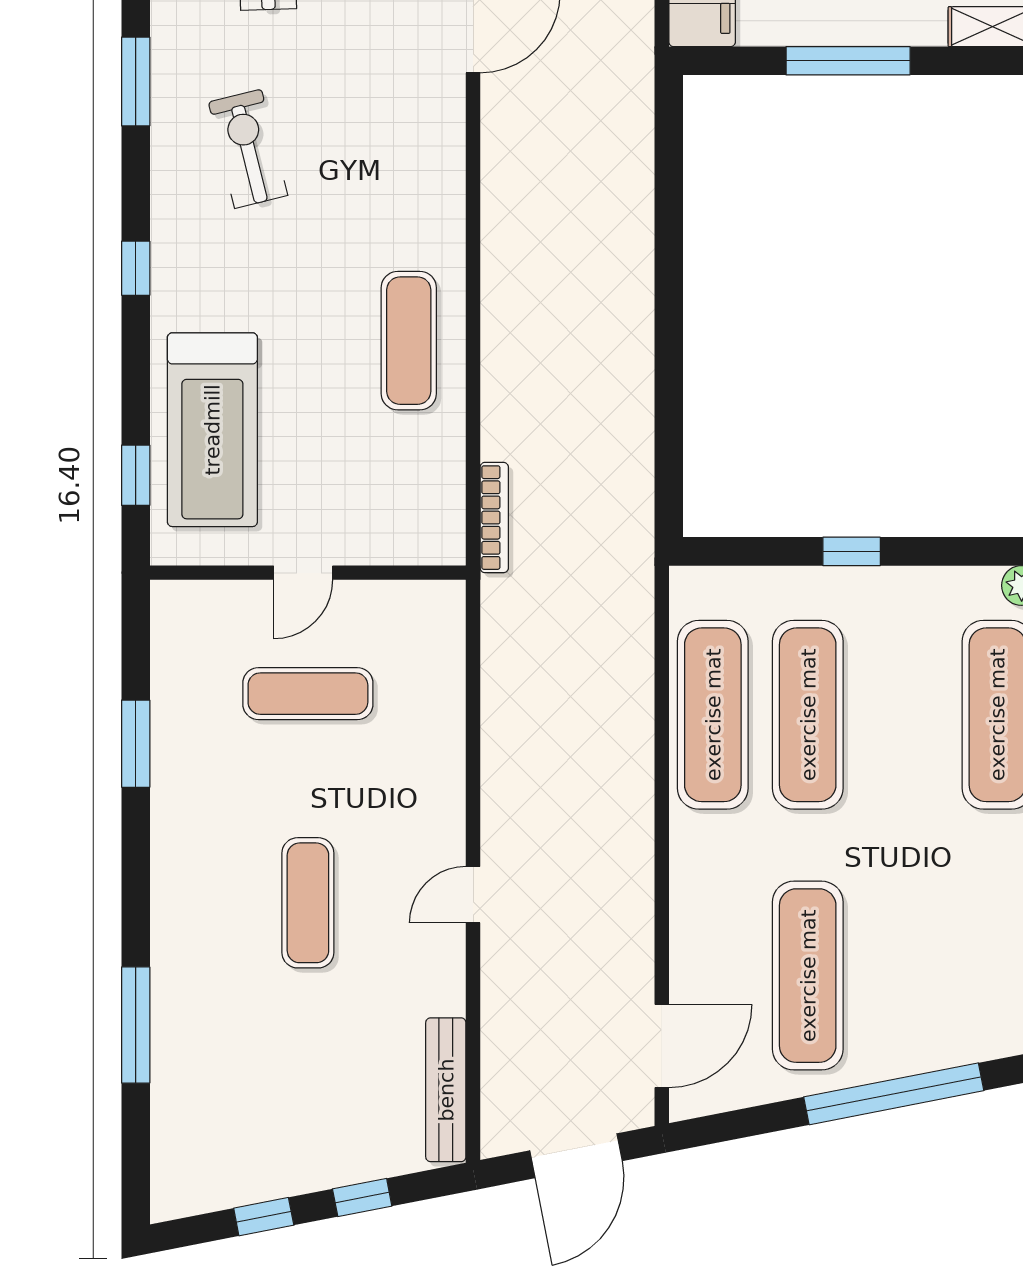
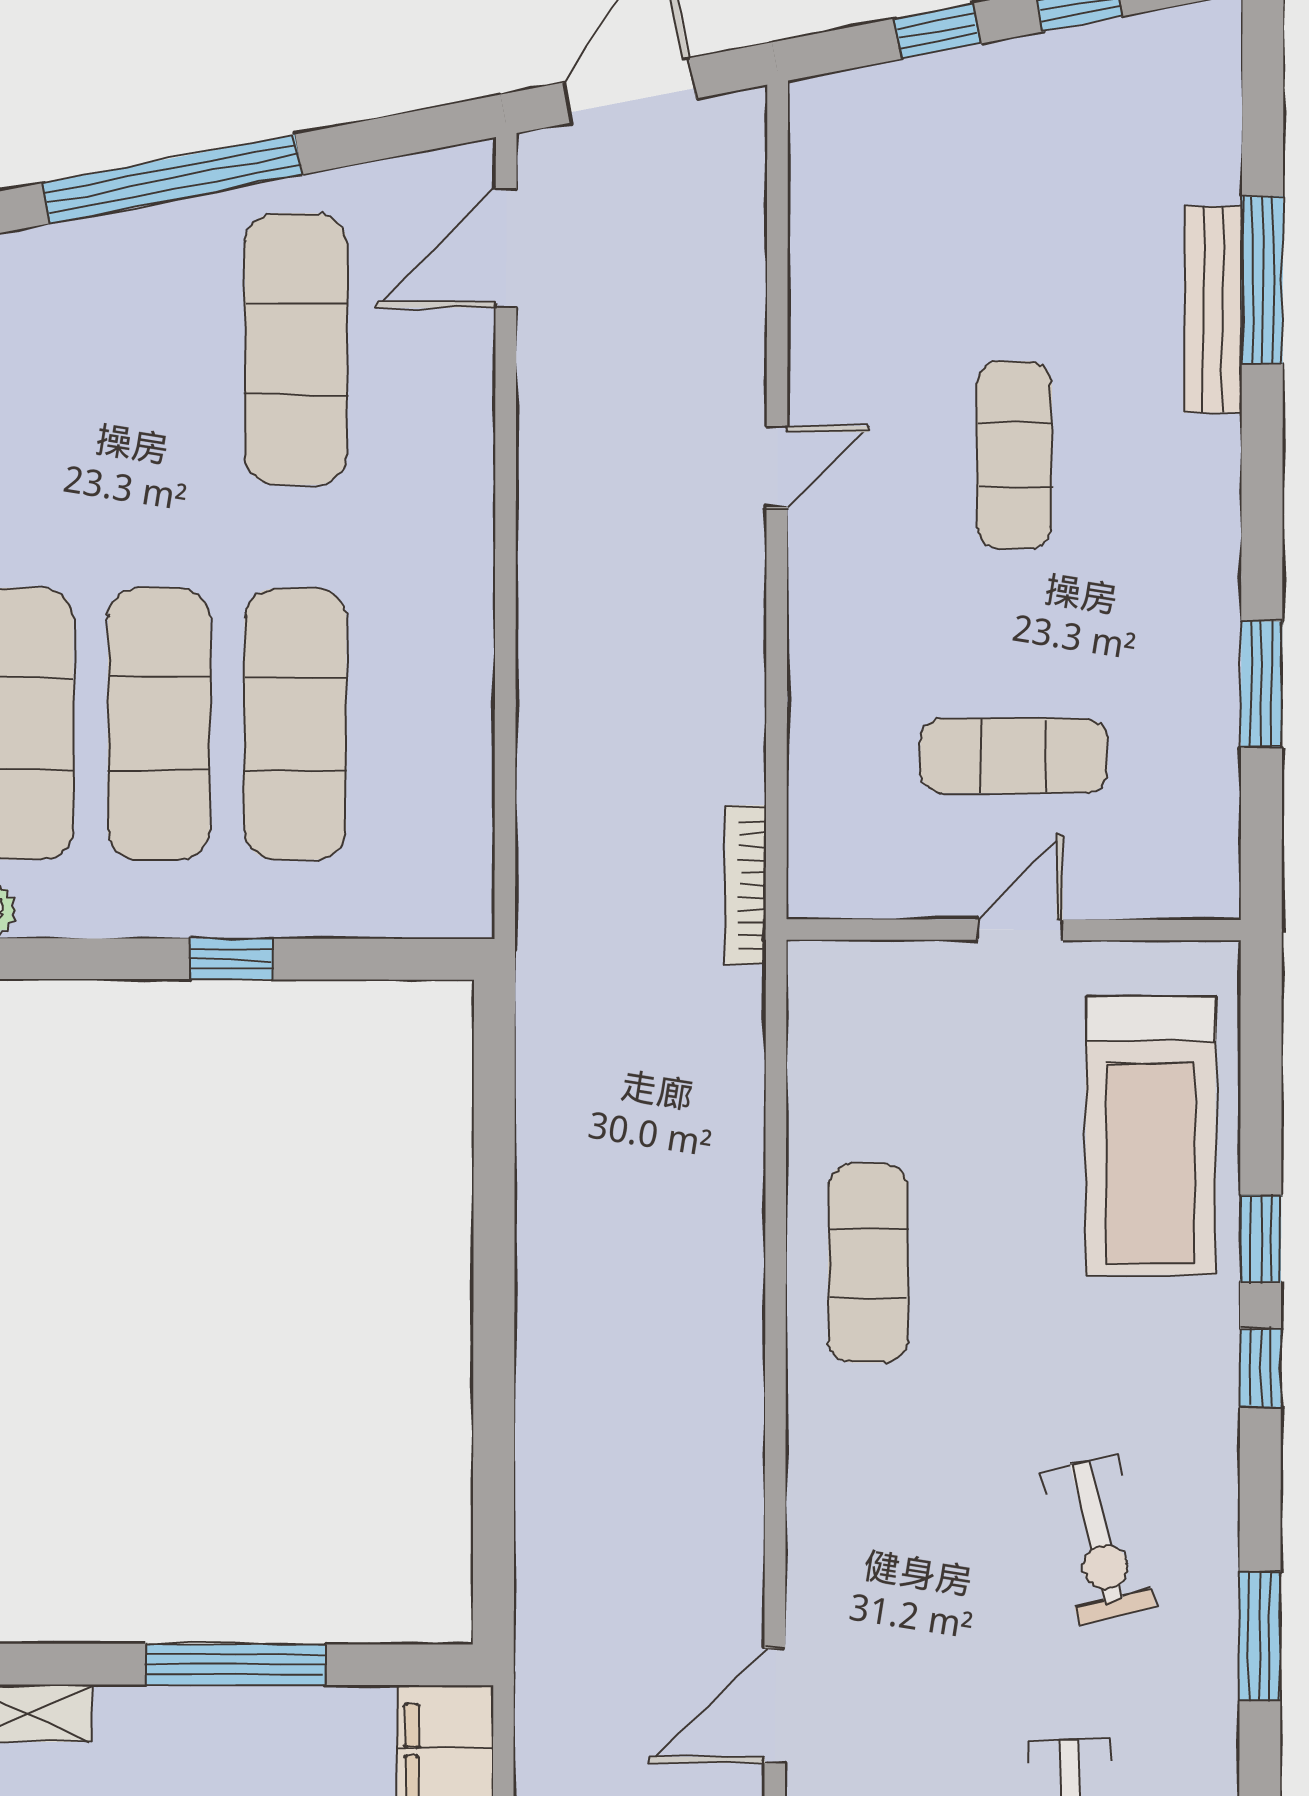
treadmill: (212, 430) -> (1151, 1136), turned 180
window: (136, 475) -> (1261, 1239), moved
bookcase: (494, 518) -> (746, 885), moved
exercise mat: (713, 715) -> (159, 724), moved
bench: (446, 1090) -> (1213, 309), moved

